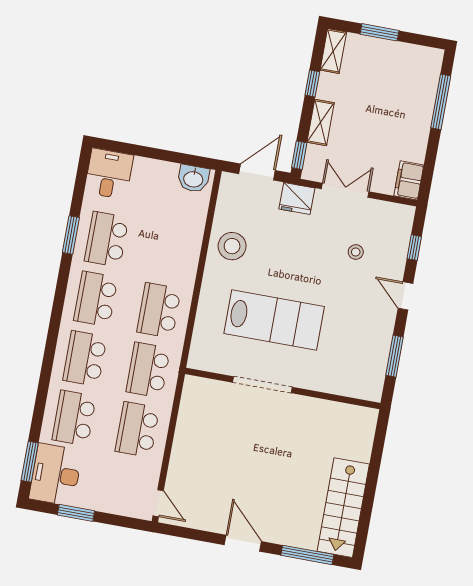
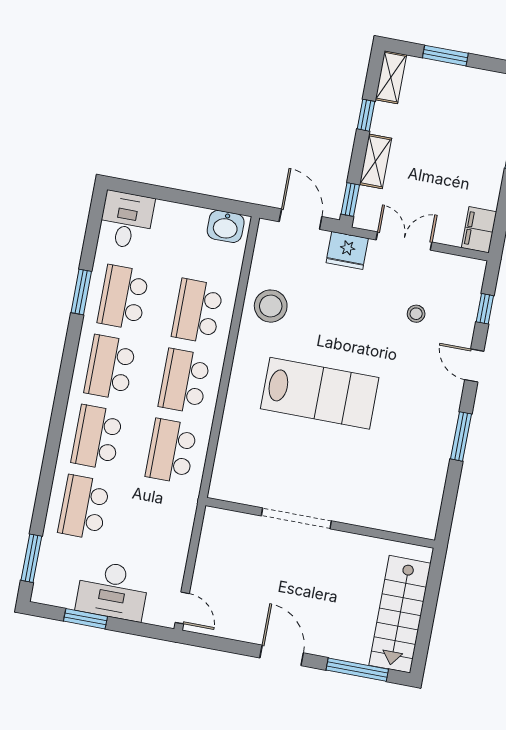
door: (257, 172) -> (301, 219), hinge flipped
doorway: (262, 385) -> (296, 518), moved
wall: (283, 388) -> (320, 523), moved
school desk: (137, 429) -> (197, 311), moved
desk: (56, 475) -> (113, 591), moved, turned -90

